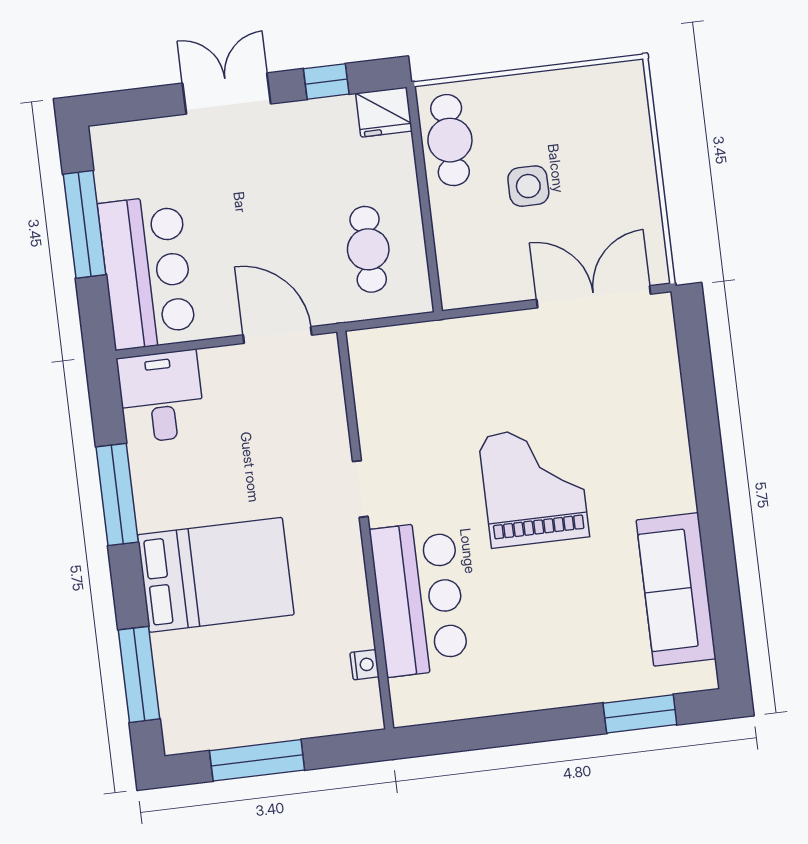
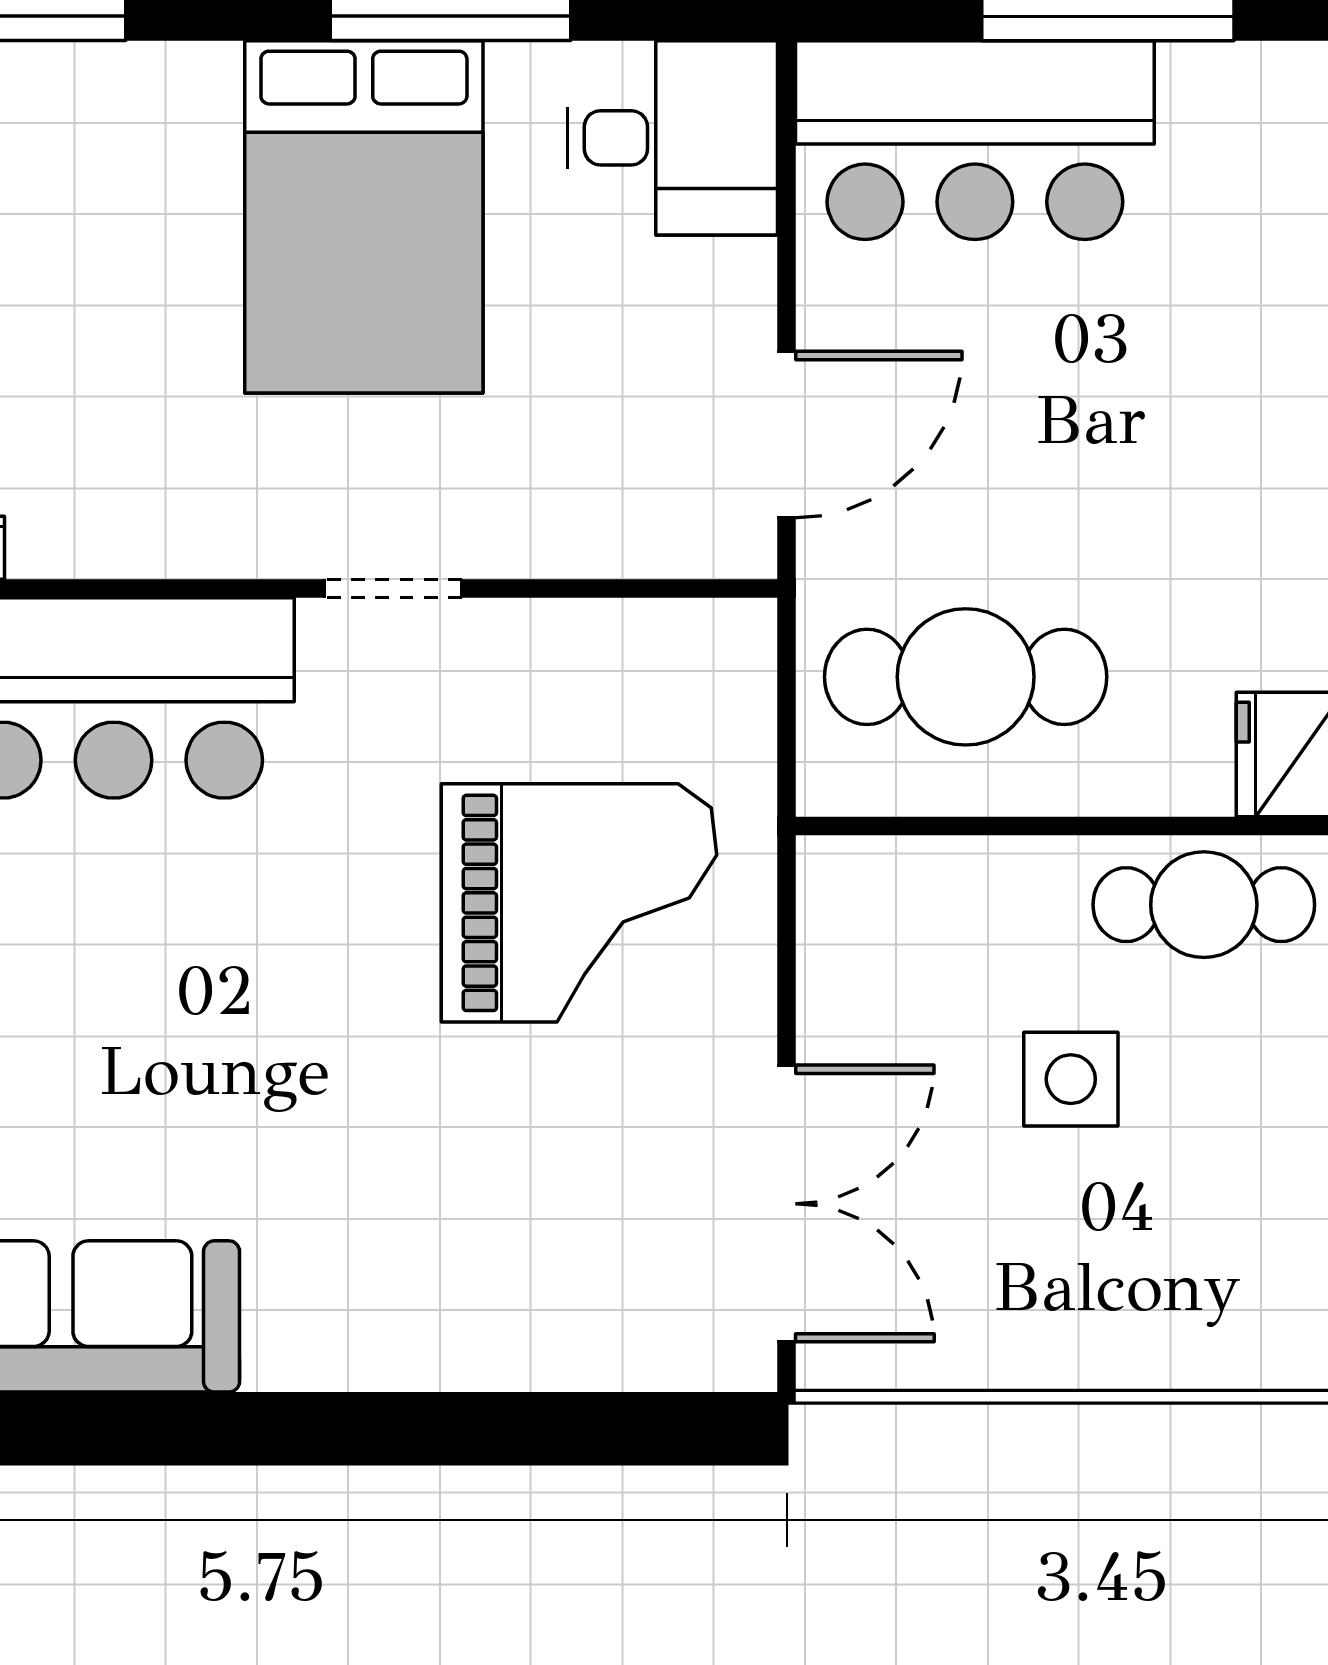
cafe table: (368, 249) -> (966, 677), width x1.37, depth x1.35
grand piano: (534, 486) -> (579, 903), moved
bed: (216, 575) -> (364, 217), moved

